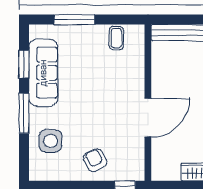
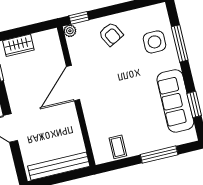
window: (24, 113) -> (180, 43), moved
plant: (138, 174) -> (70, 31), added

